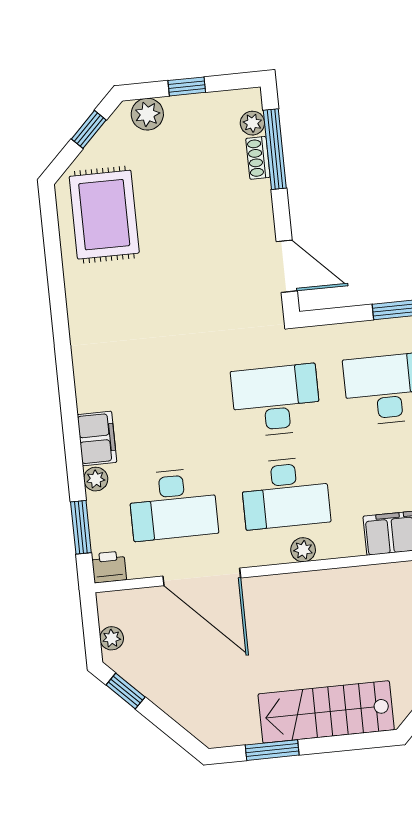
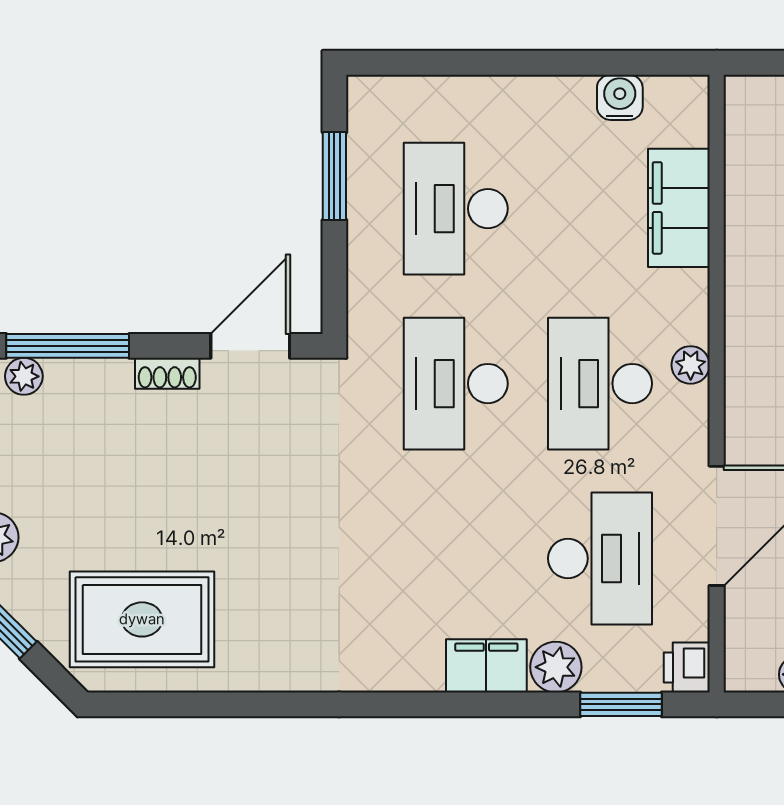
shoe rack: (258, 158) -> (167, 373), moved
plant: (96, 479) -> (556, 667), width x1.38, depth x1.38
desk: (285, 493) -> (600, 384), turned 180

